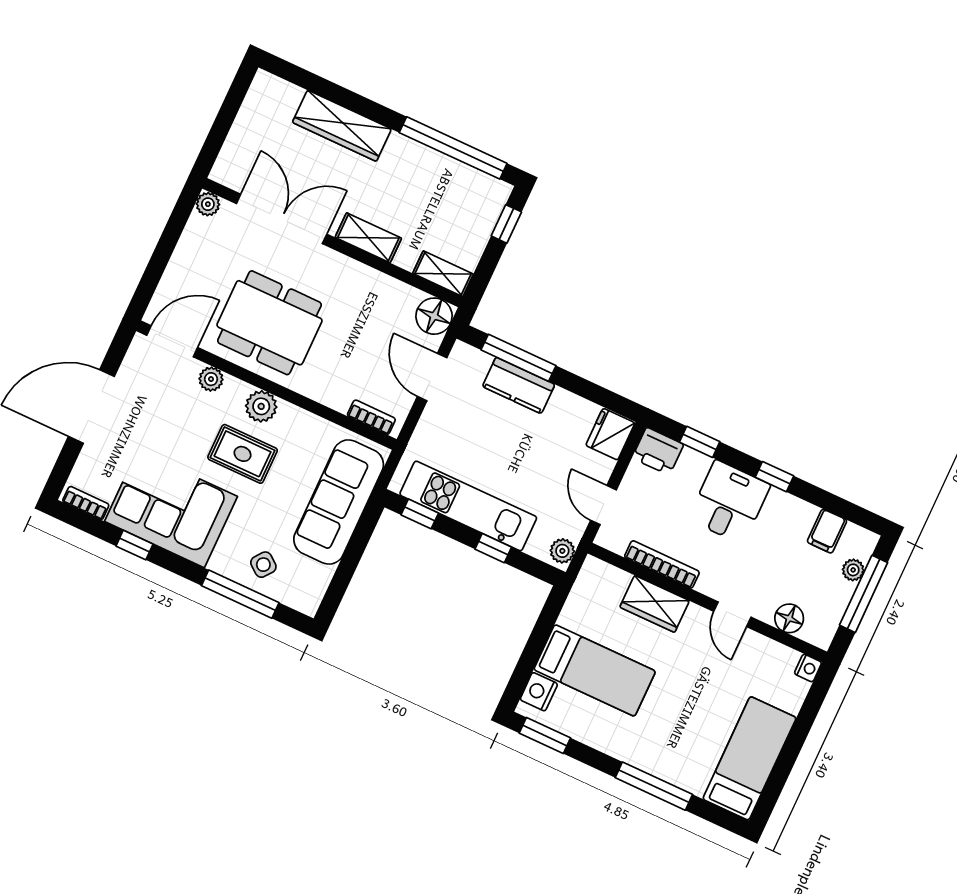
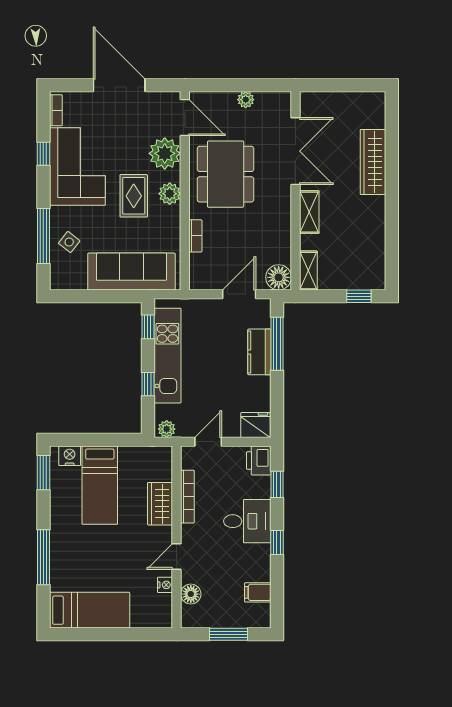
window: (453, 148) -> (392, 240), removed
plant: (208, 204) -> (246, 100), moved
plant: (211, 379) -> (165, 153), width x1.87, depth x1.87
bookcase: (371, 417) -> (195, 236), moved
plant: (853, 570) -> (241, 621), removed
window: (864, 594) -> (228, 634), width x0.69
nightstand: (808, 668) -> (165, 585), moved, turned -90

